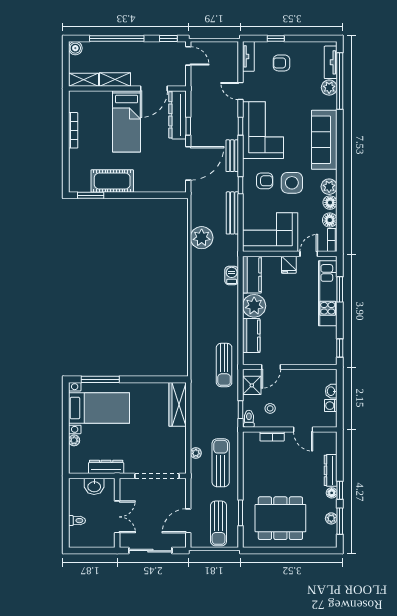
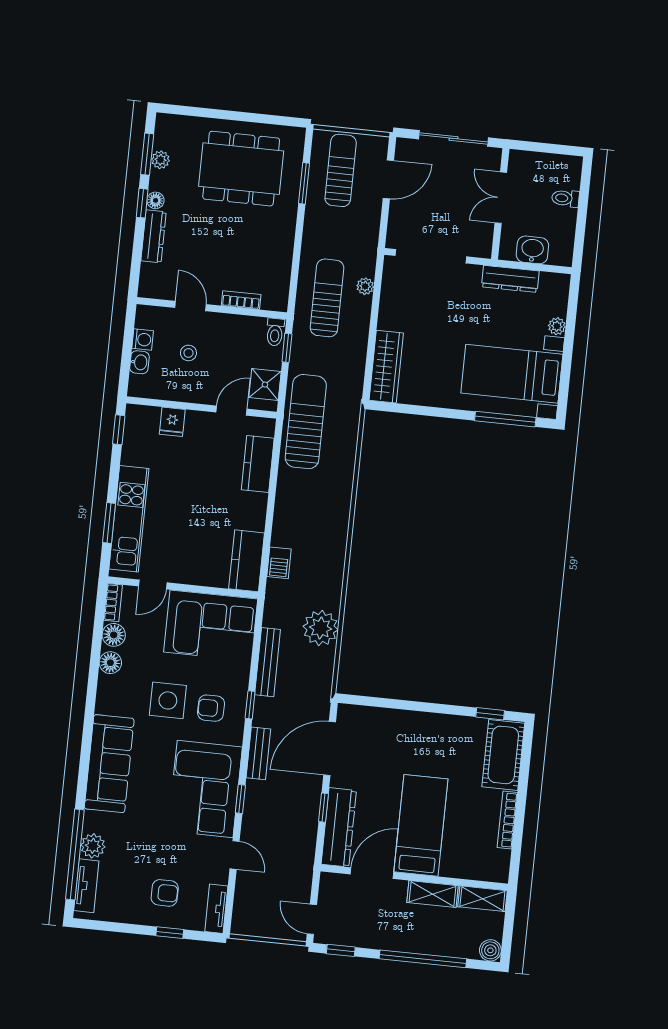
cot: (112, 181) -> (503, 755), moved, turned 90
plant: (329, 187) -> (109, 688), removed
window: (91, 195) -> (490, 714), width x0.67
fridge: (289, 265) -> (172, 422), moved, turned 180
plant: (254, 306) -> (248, 511), removed
sun lounger: (224, 365) -> (306, 422), width x1.36, depth x1.34
stool: (270, 408) -> (188, 353), moved
sun lounger: (221, 463) -> (327, 298), moved, turned 180

